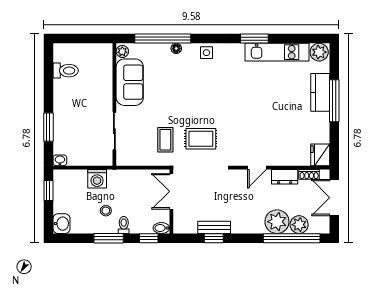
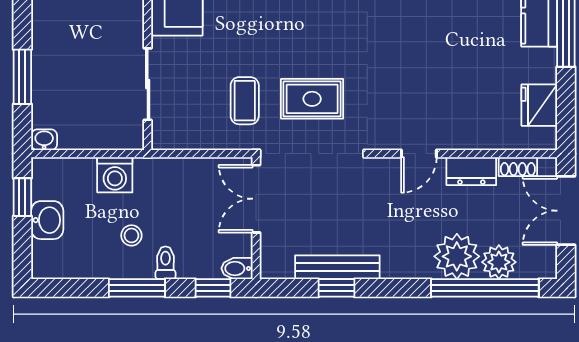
fridge: (320, 155) -> (539, 105), moved
washbasin: (62, 224) -> (47, 220), moved
bench: (214, 227) -> (337, 267), width x1.36

